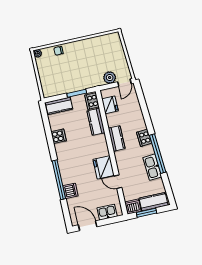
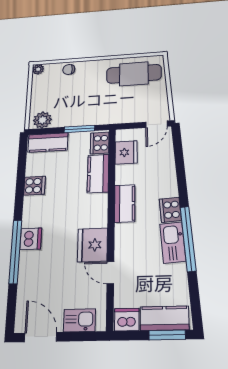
cafe table: (102, 48) -> (134, 74), added
plant: (110, 78) -> (42, 120), moved
kitchen sink: (152, 167) -> (173, 243), moved
dishwasher: (70, 191) -> (31, 239), moved
window: (146, 213) -> (167, 335), moved

